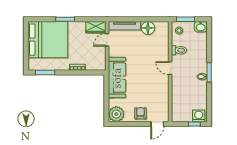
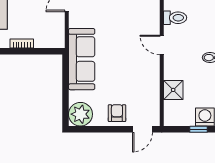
shower: (178, 98) -> (173, 90), added

